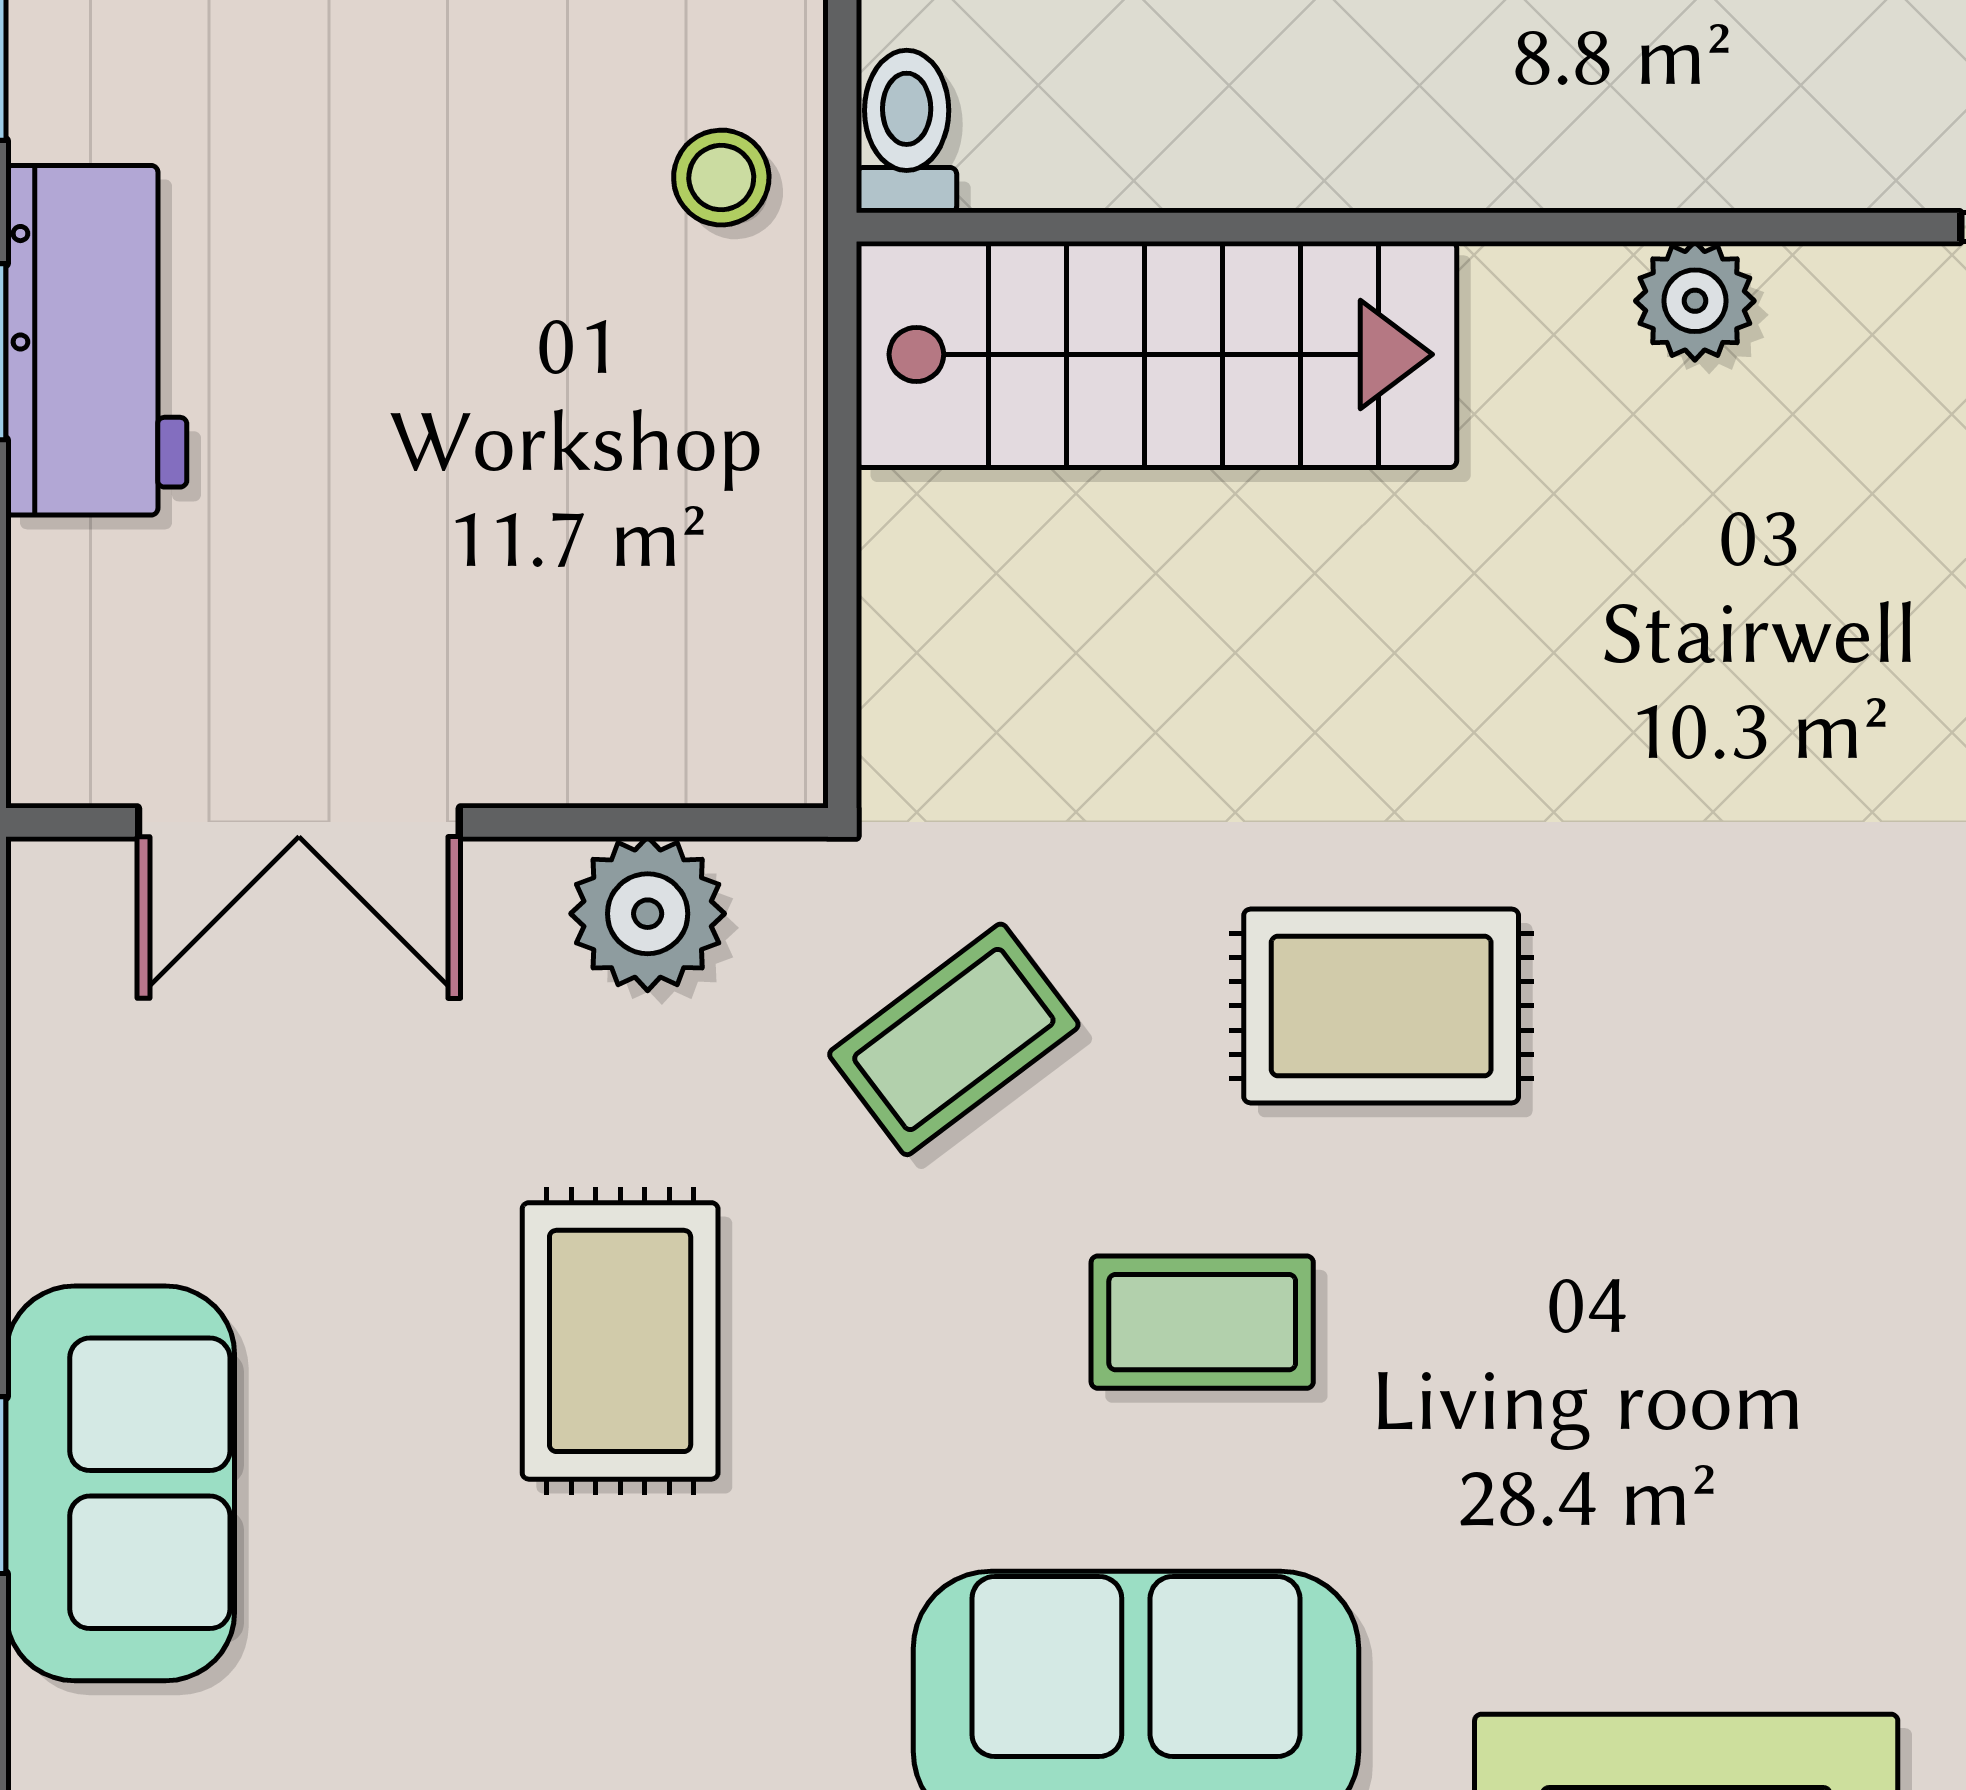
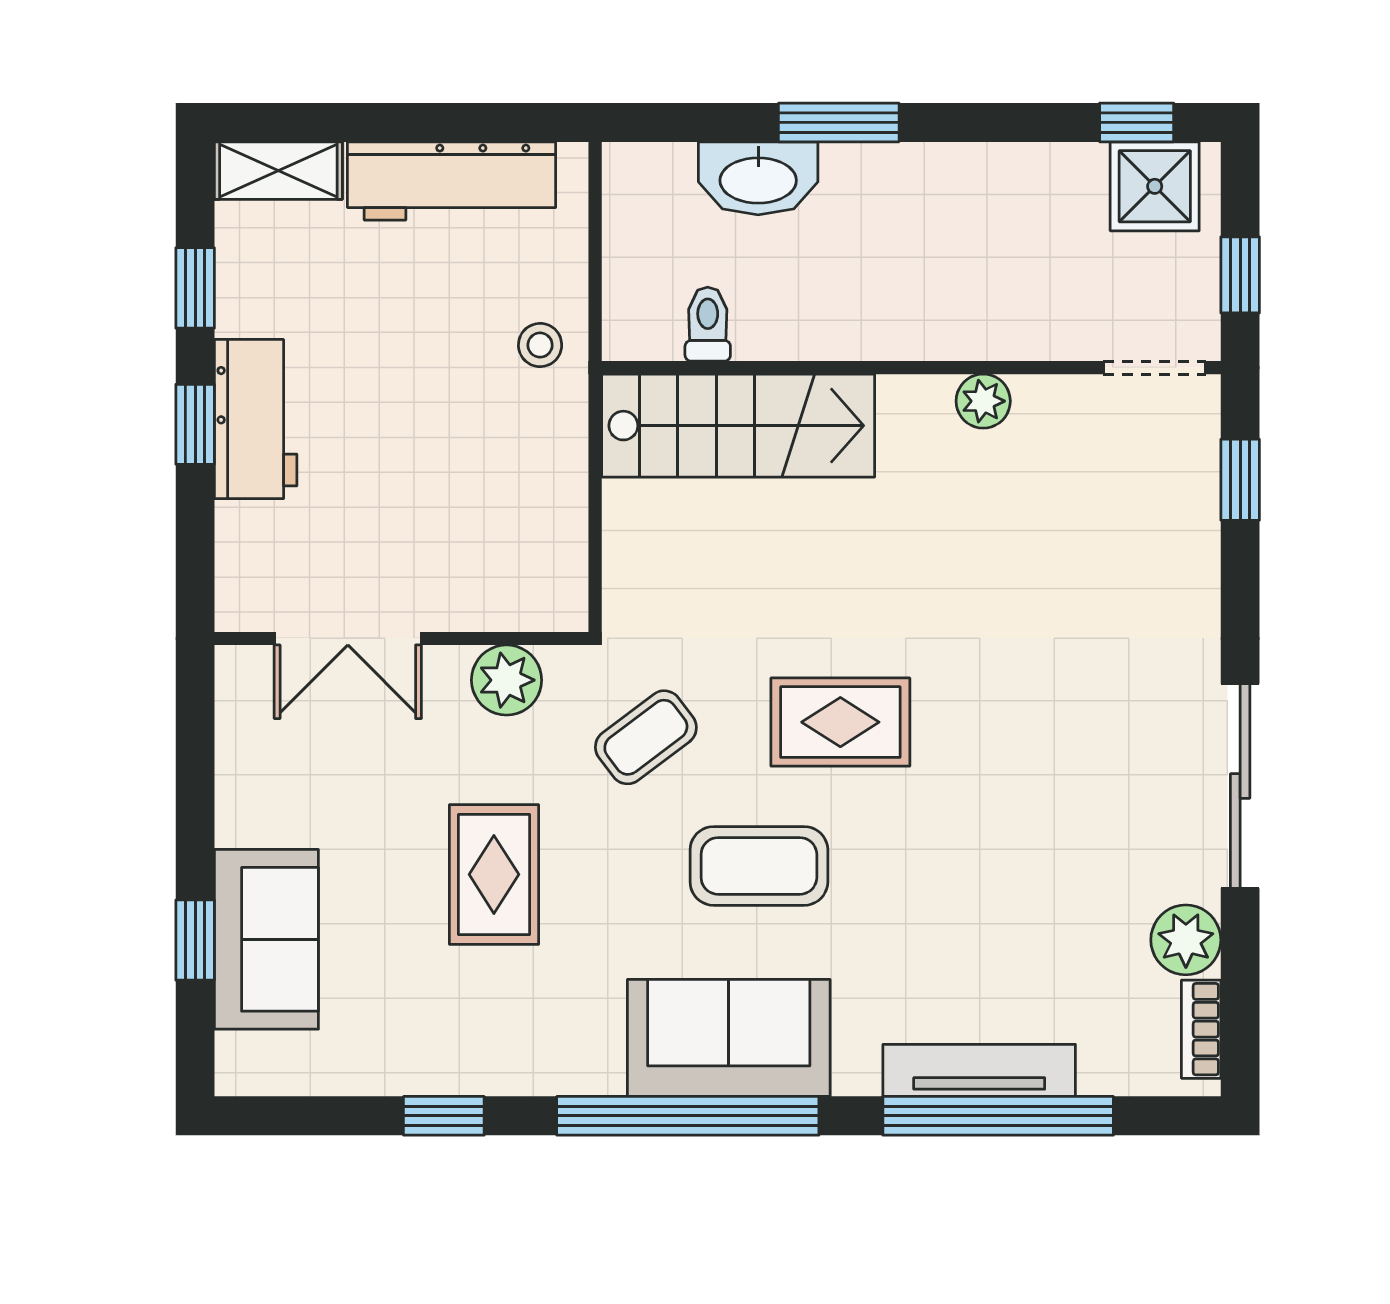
toilet: (907, 132) -> (708, 324), moved
coffee table: (1202, 1322) -> (759, 866), width x1.36, depth x1.30

